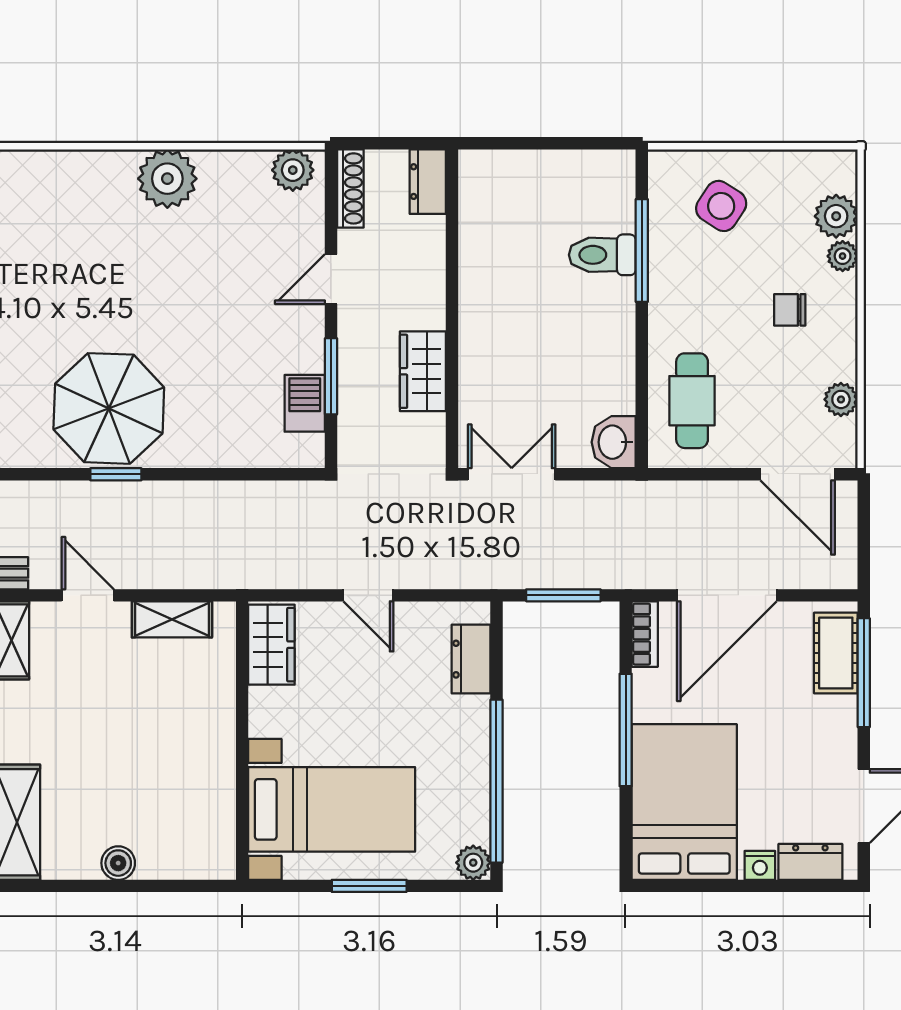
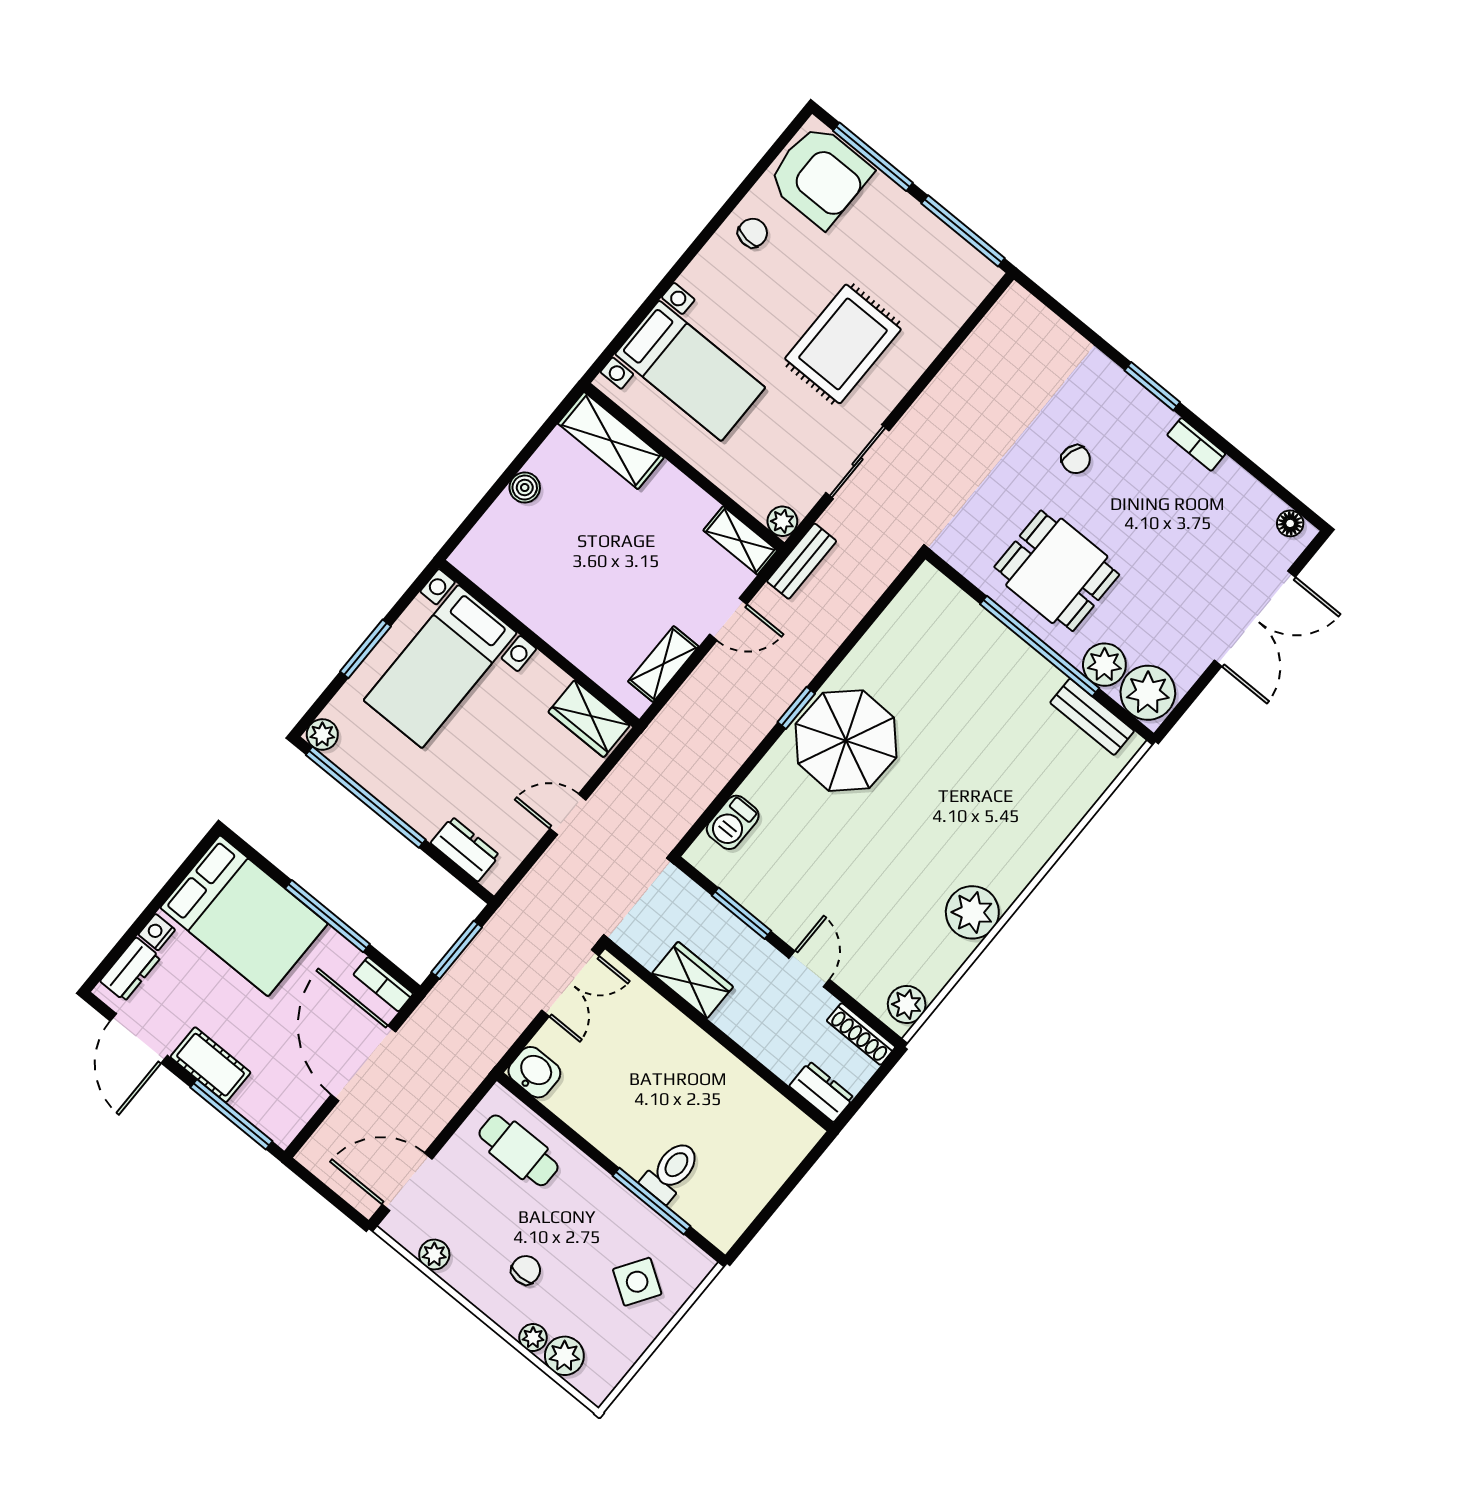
barbecue: (305, 403) -> (733, 822), moved, turned 90
cot: (836, 653) -> (211, 1065), moved

